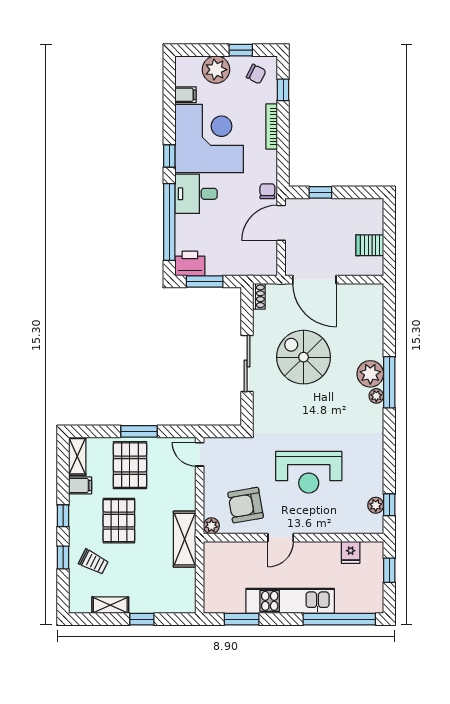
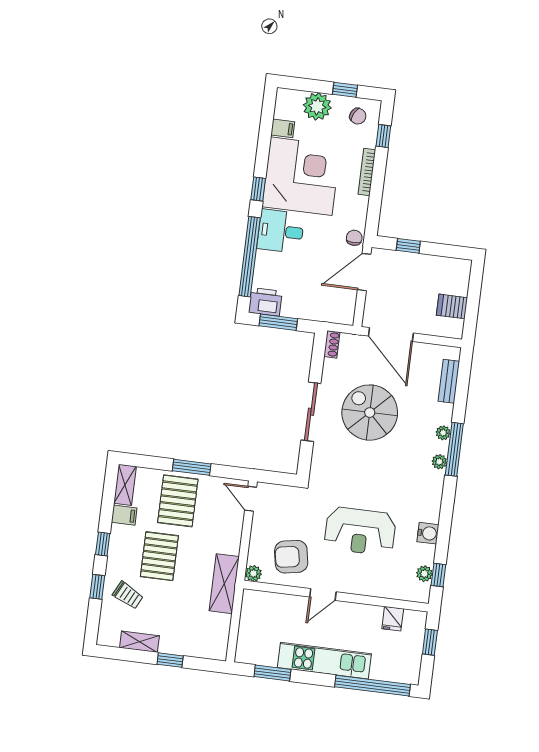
bench: (376, 318) -> (449, 381), added
plant: (370, 374) -> (443, 433), width x0.53, depth x0.53
water cooler: (374, 466) -> (428, 533), added

